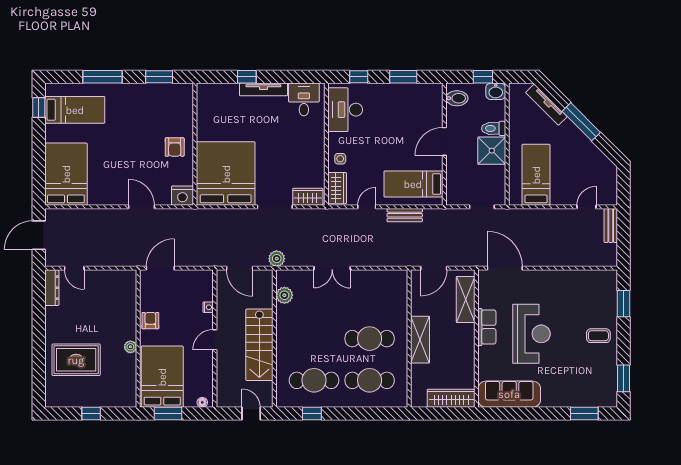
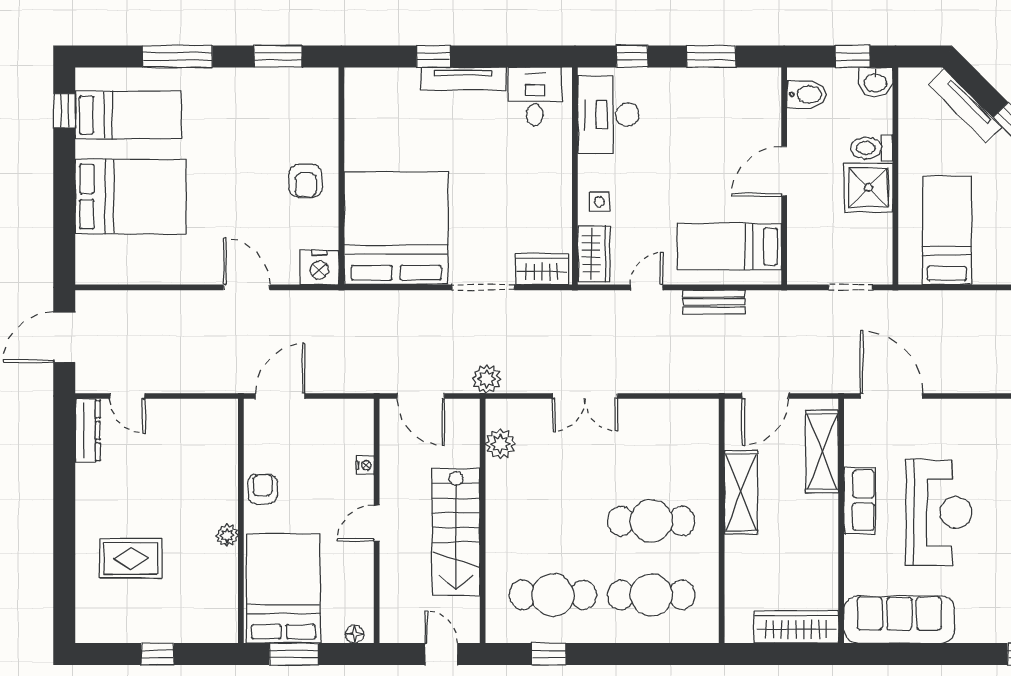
bed: (66, 174) -> (131, 196), moved, turned 90
shelving: (420, 340) -> (741, 493), moved
rug: (76, 360) -> (131, 558), width x0.73, depth x0.70

